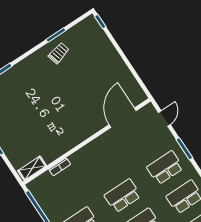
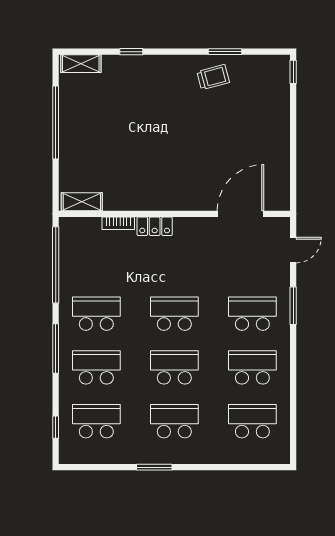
locker: (80, 155) -> (155, 226), added

